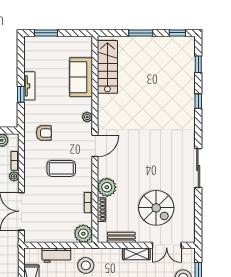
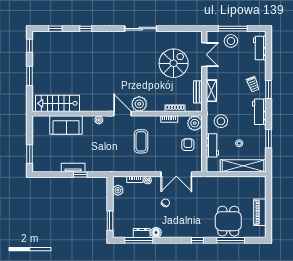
armchair: (44, 133) -> (188, 145), moved
plant: (107, 187) -> (139, 104), moved
shelving: (136, 254) -> (211, 91), moved

